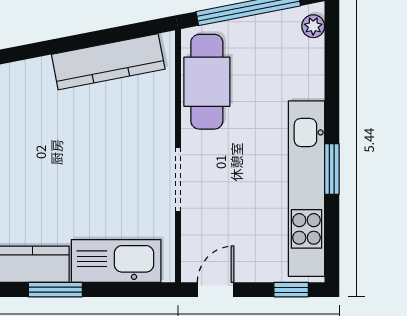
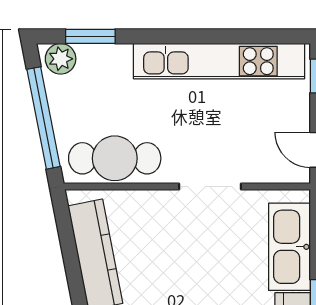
plant: (313, 26) -> (61, 59), width x1.38, depth x1.38
window: (332, 169) -> (90, 36), moved

